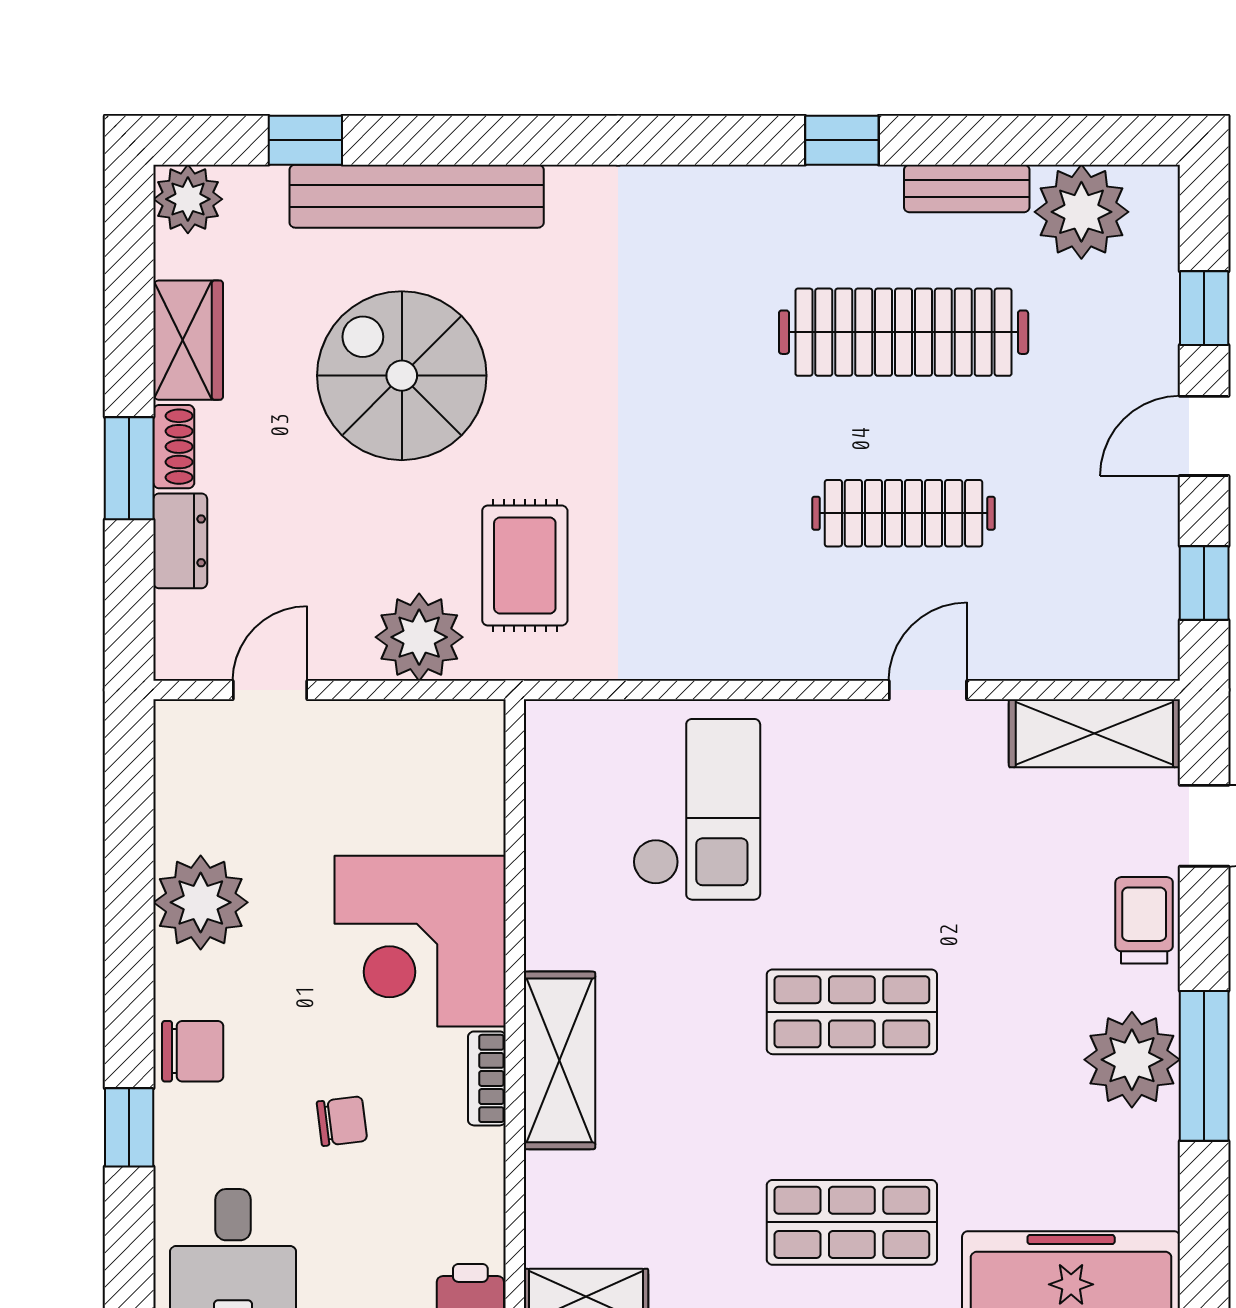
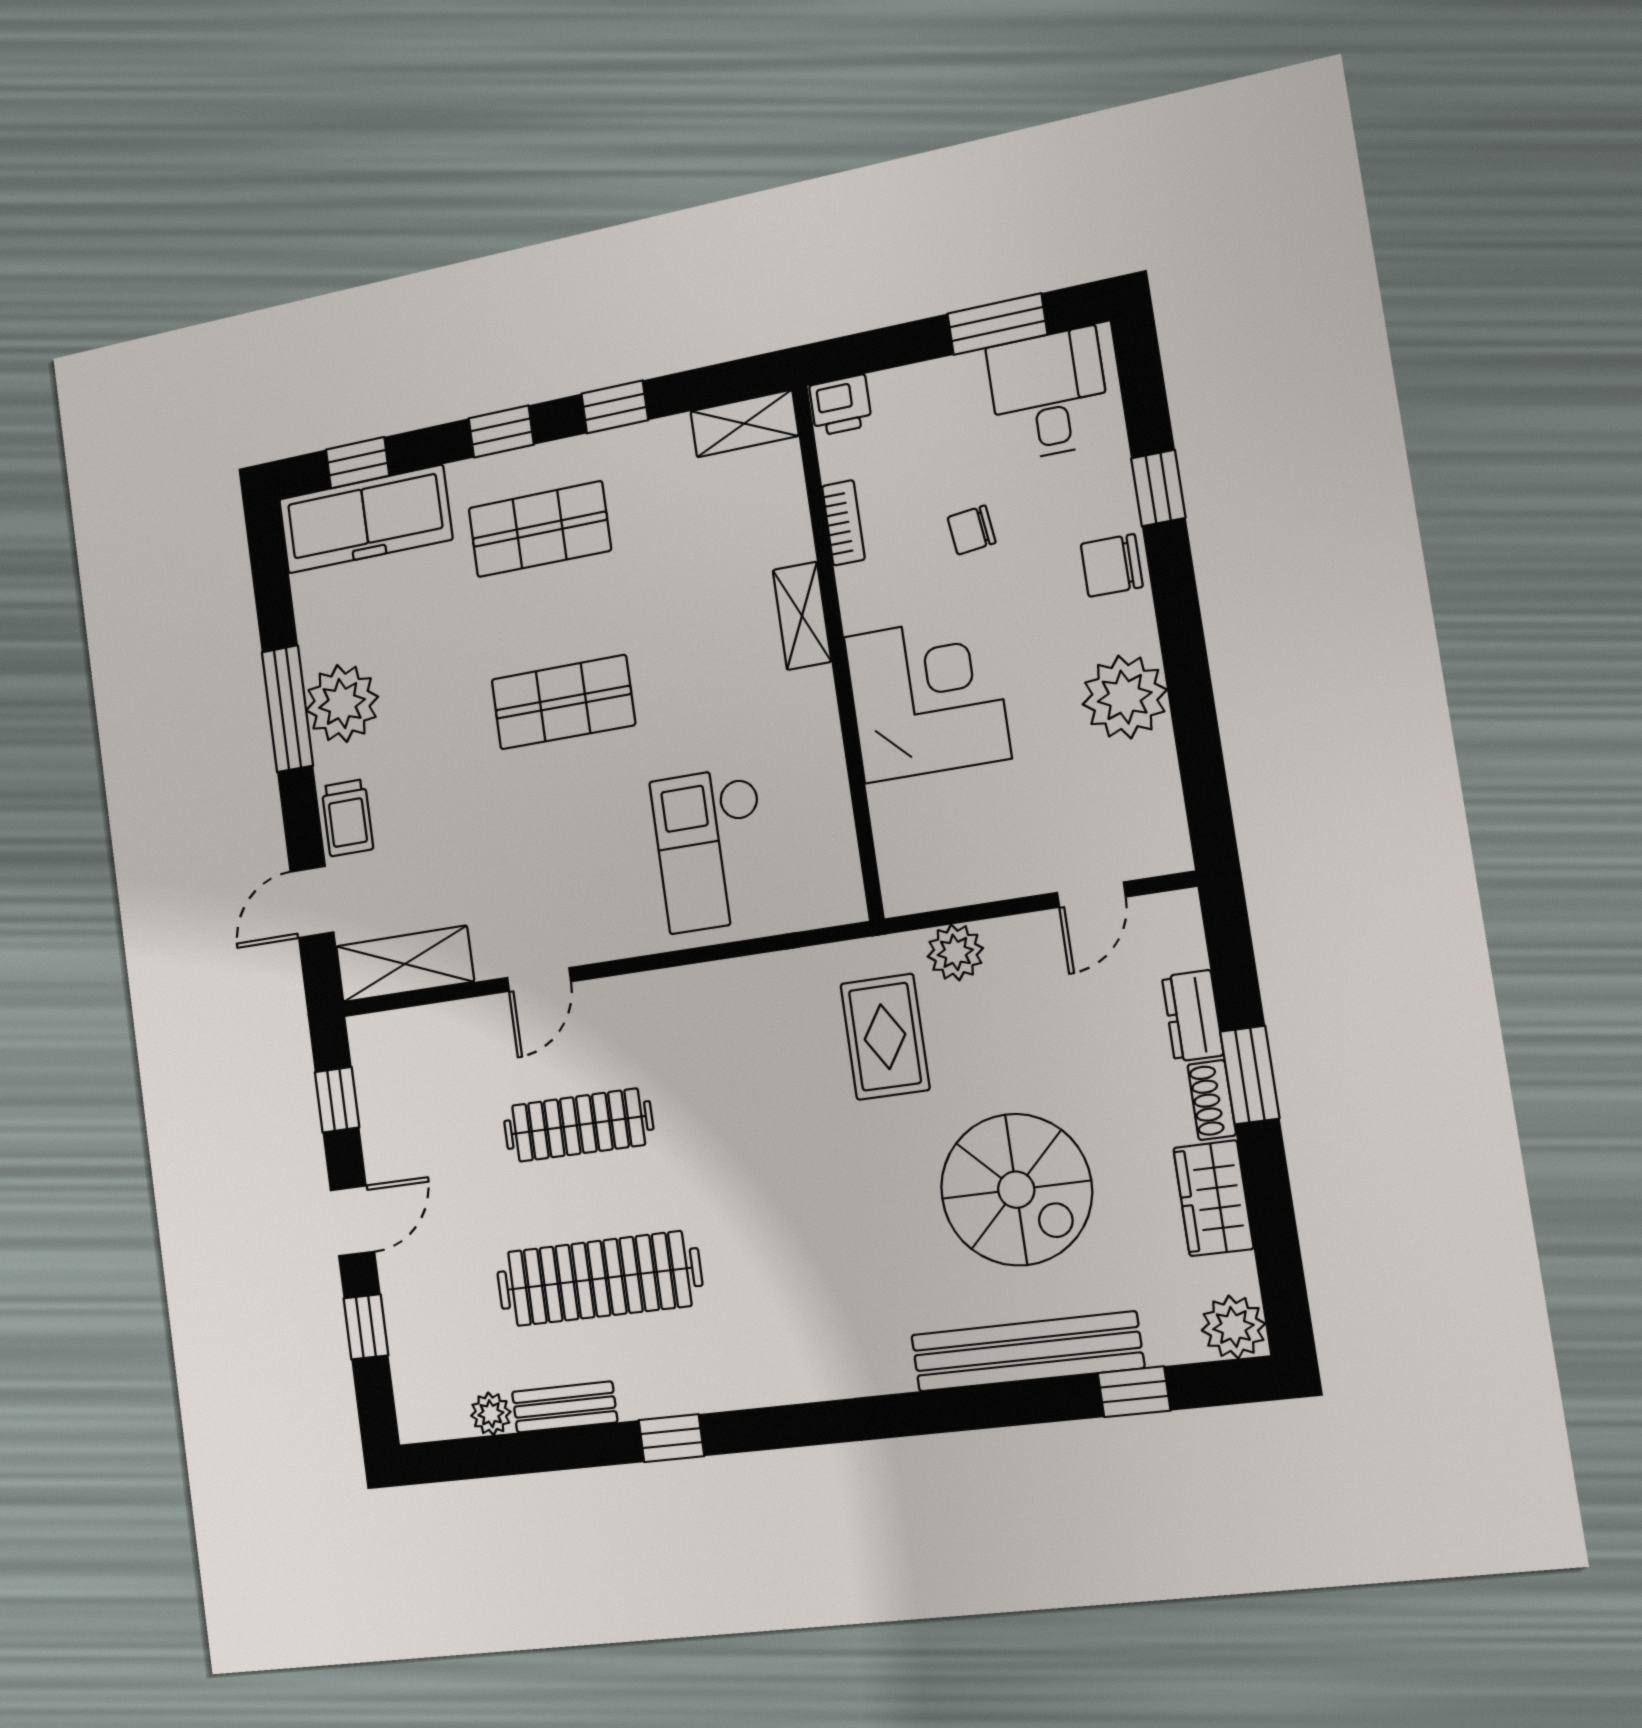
plant: (1081, 212) -> (491, 1414), width x0.53, depth x0.53
plant: (419, 637) -> (955, 952), width x0.73, depth x0.73
shelving: (560, 1060) -> (802, 616), width x0.67, depth x0.75
bookcase: (487, 1078) -> (843, 523), moved

